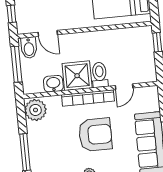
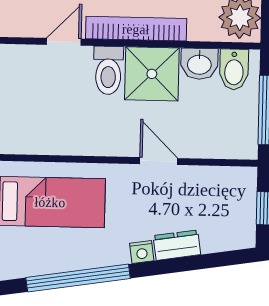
door: (48, 33) -> (159, 161), moved
bidet: (29, 48) -> (234, 69), moved, turned 180

